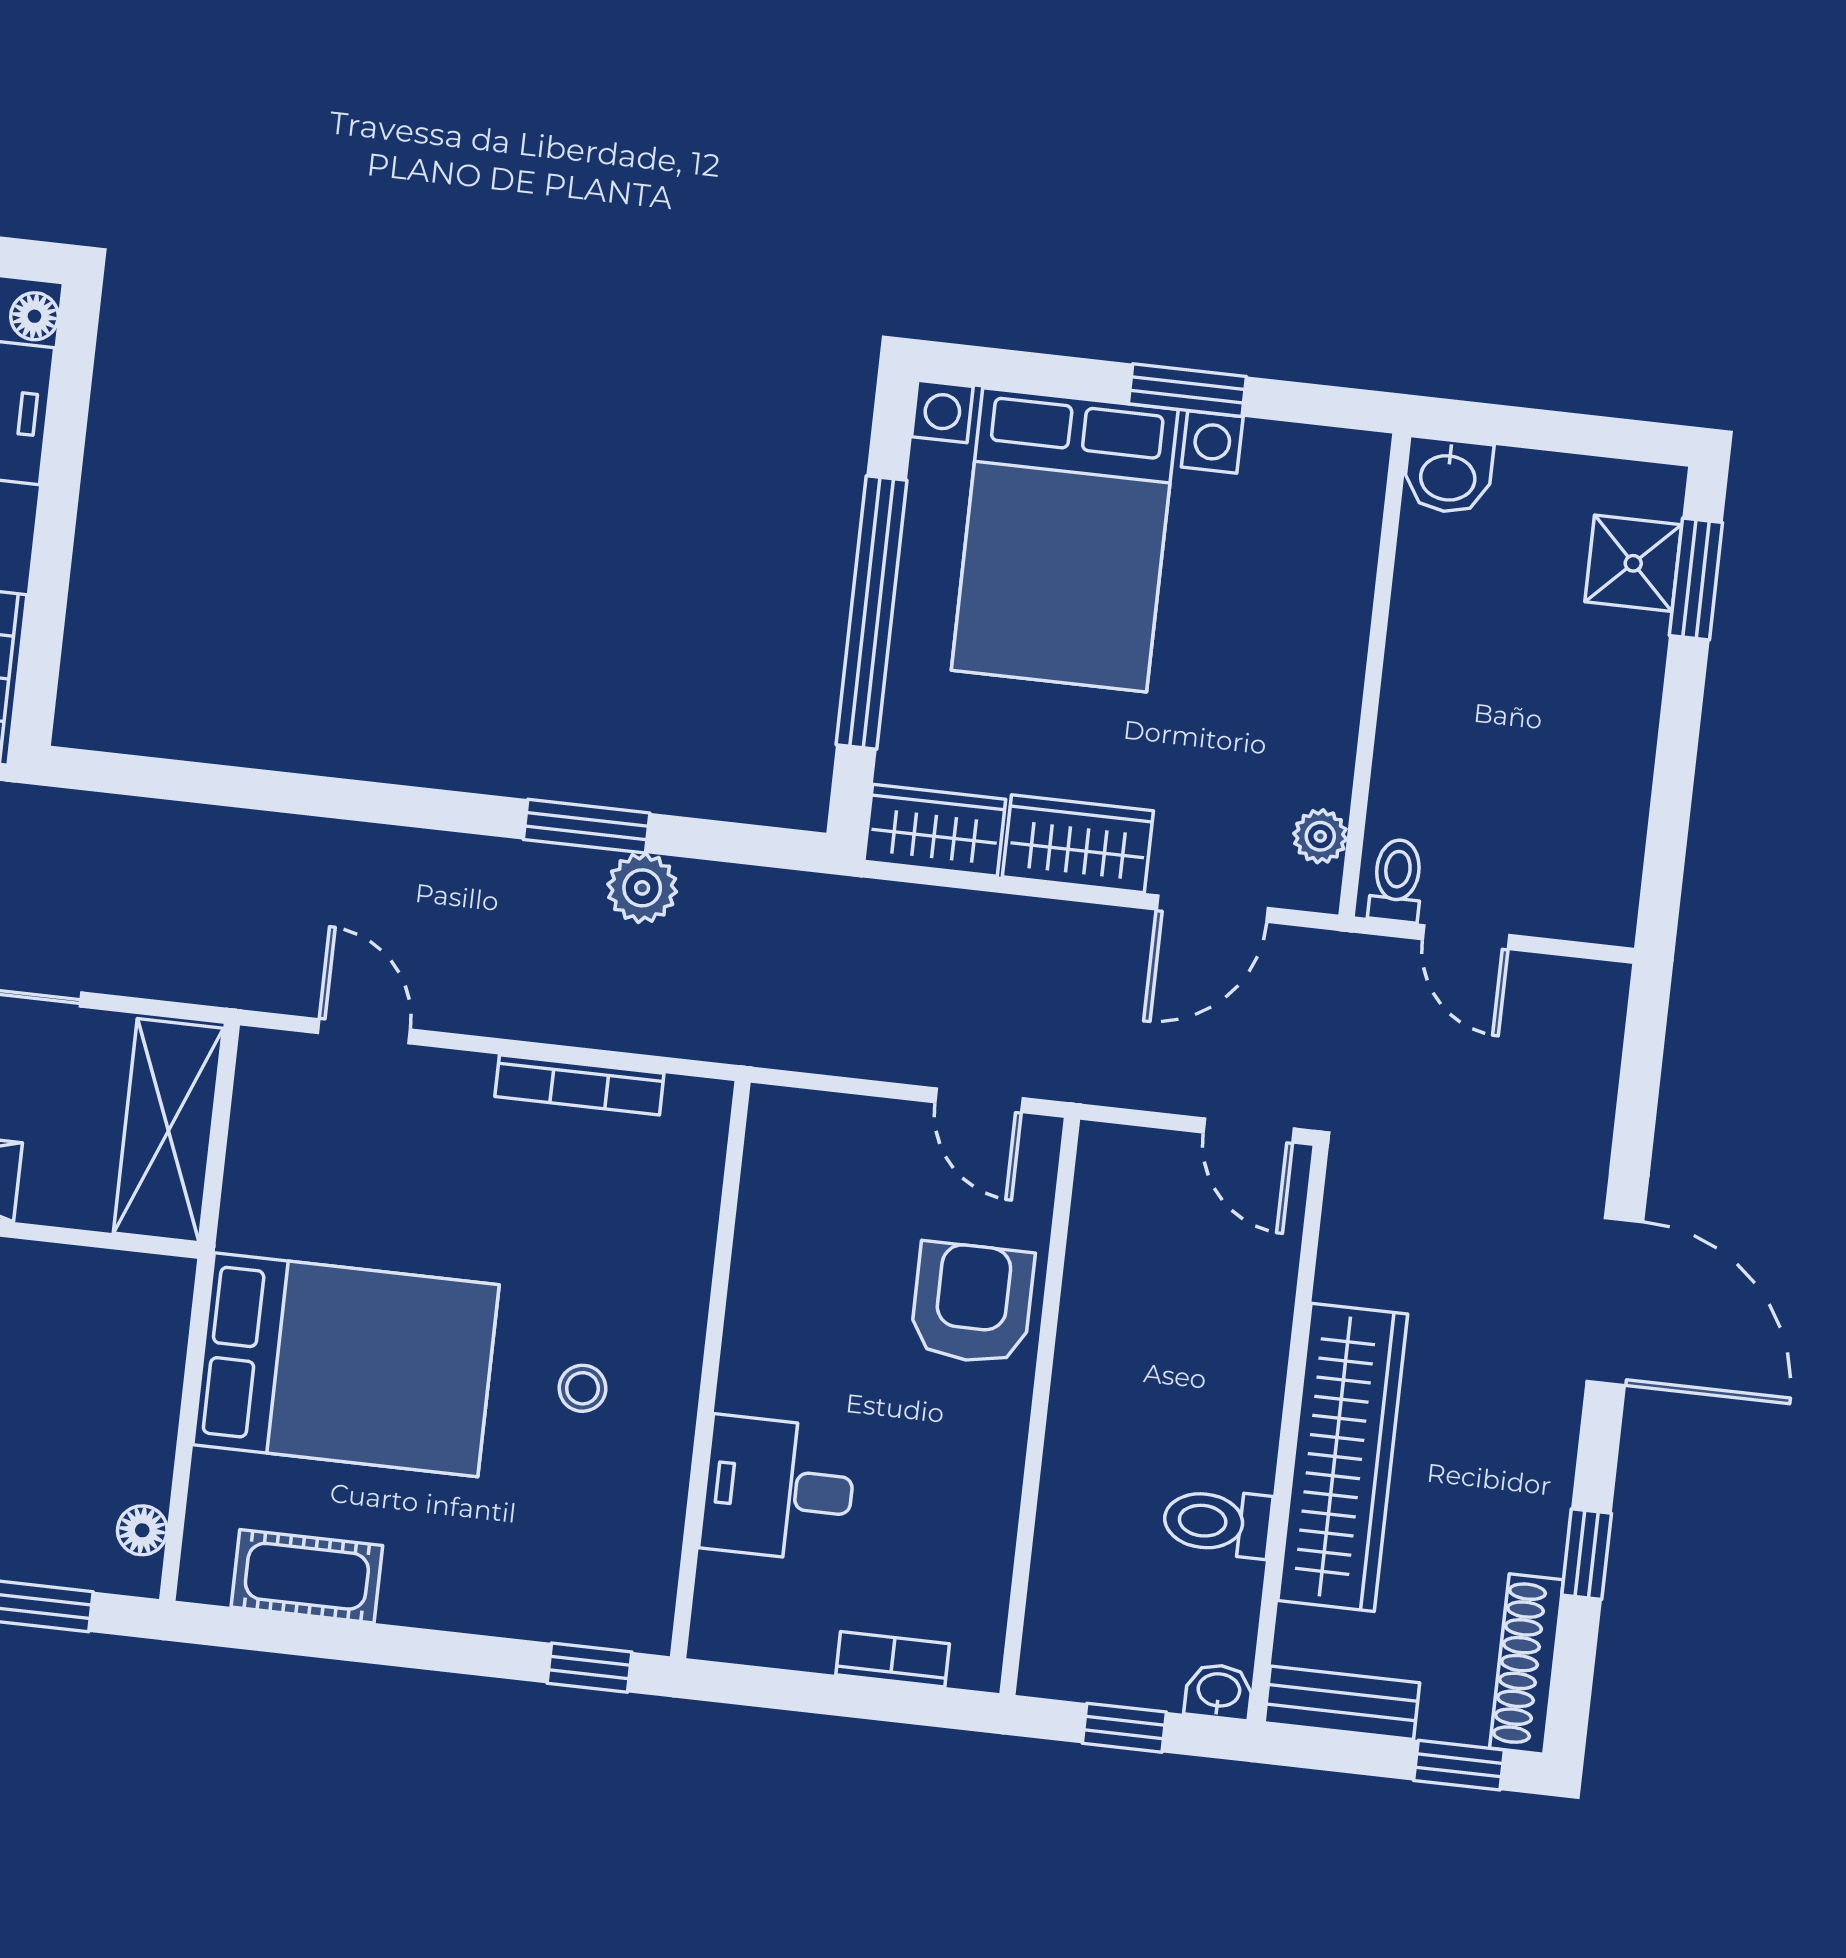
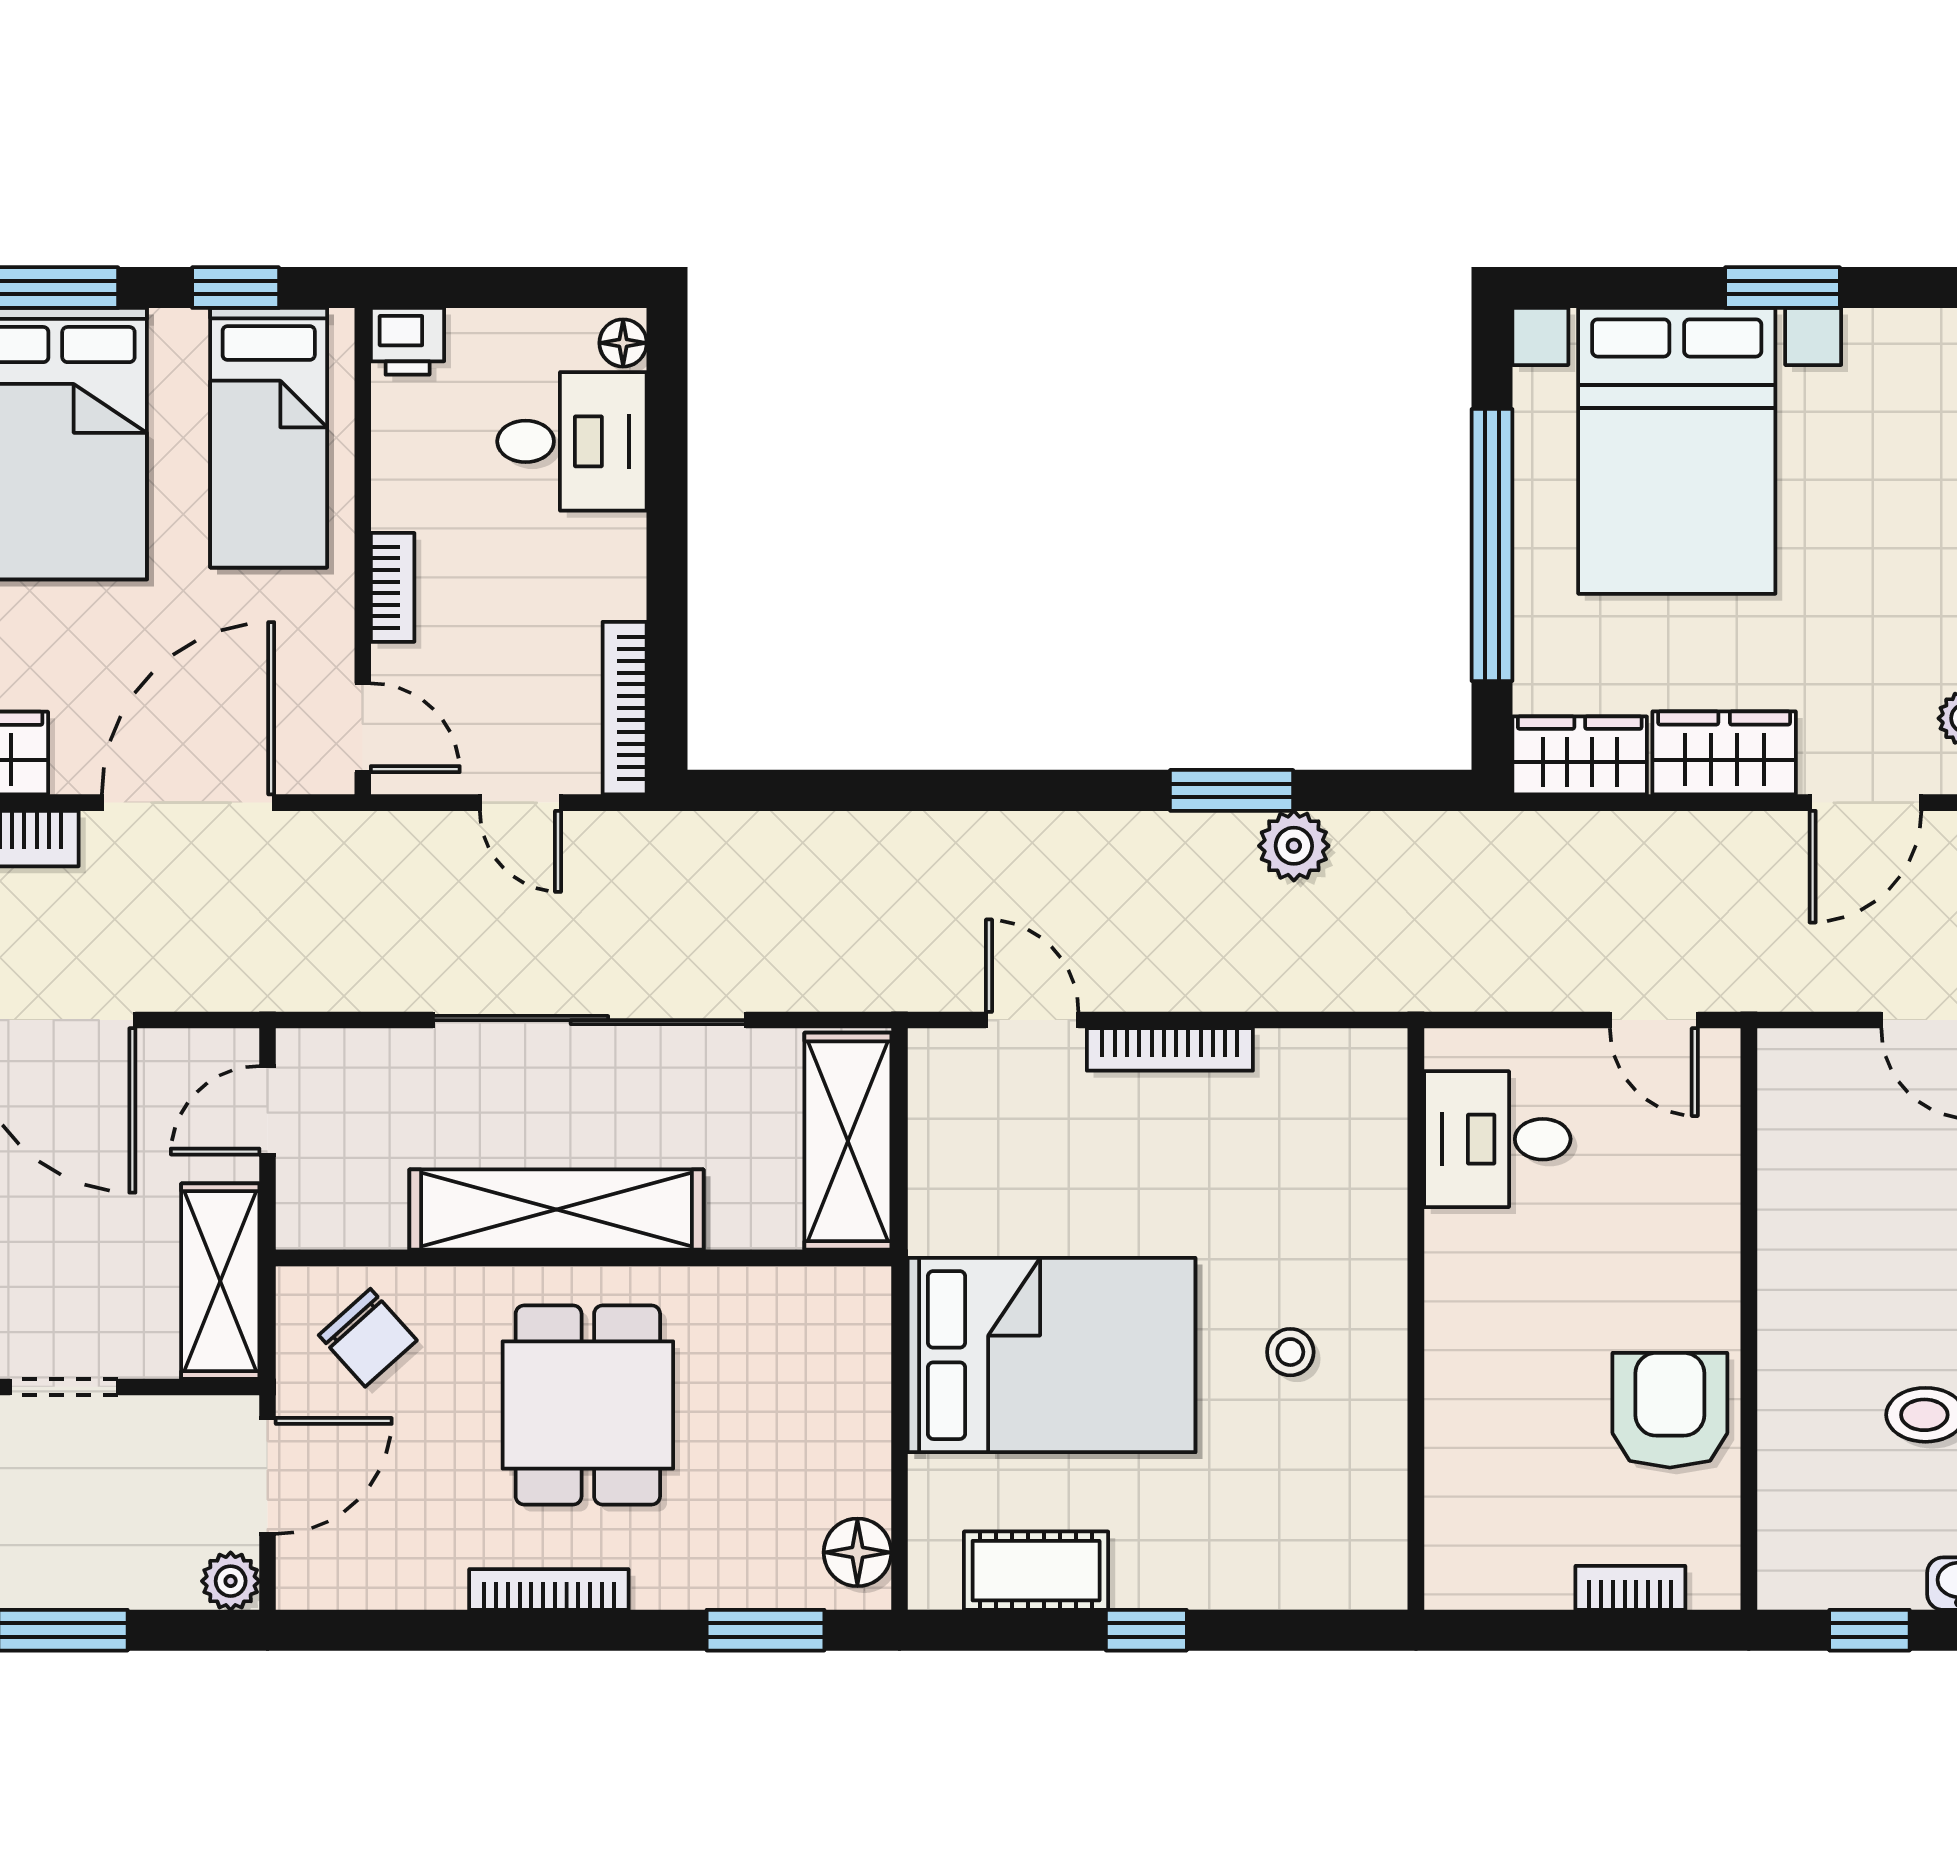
bookcase: (579, 1085) -> (1170, 1049), moved
armchair: (972, 1303) -> (1670, 1410), moved
desk: (778, 1489) -> (1497, 1139), moved
floor lamp: (142, 1530) -> (857, 1552), width x1.37, depth x1.37
window: (589, 1668) -> (1146, 1630), moved

